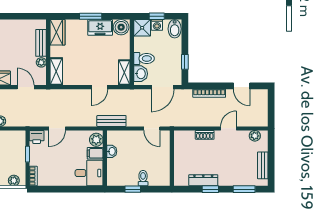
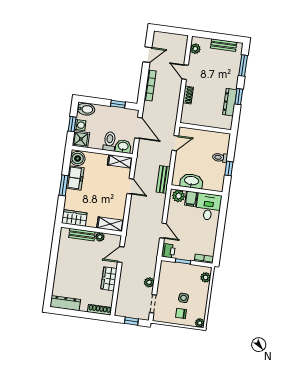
washbasin: (112, 151) -> (192, 181), width x1.91, depth x1.45

